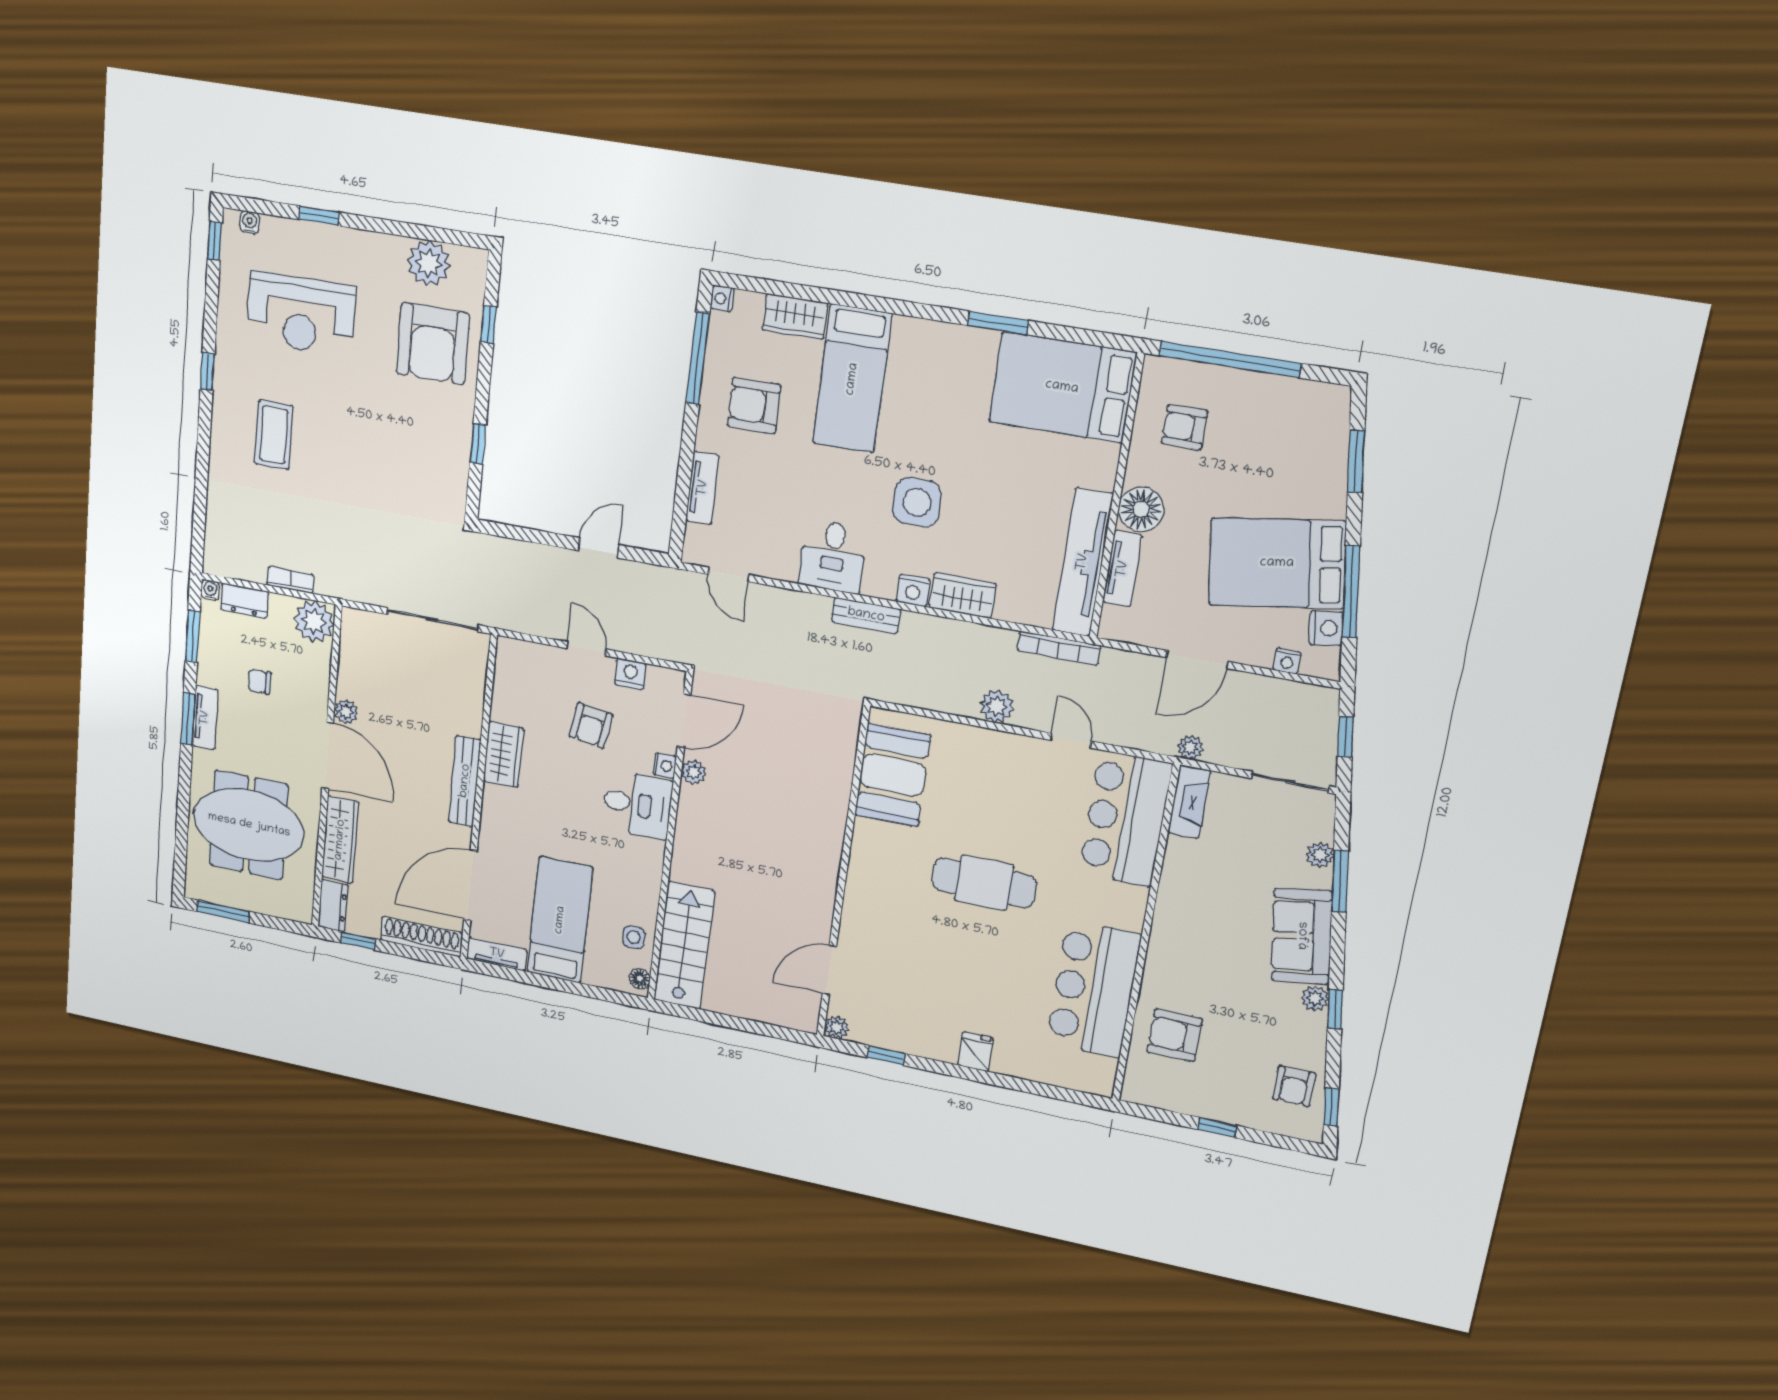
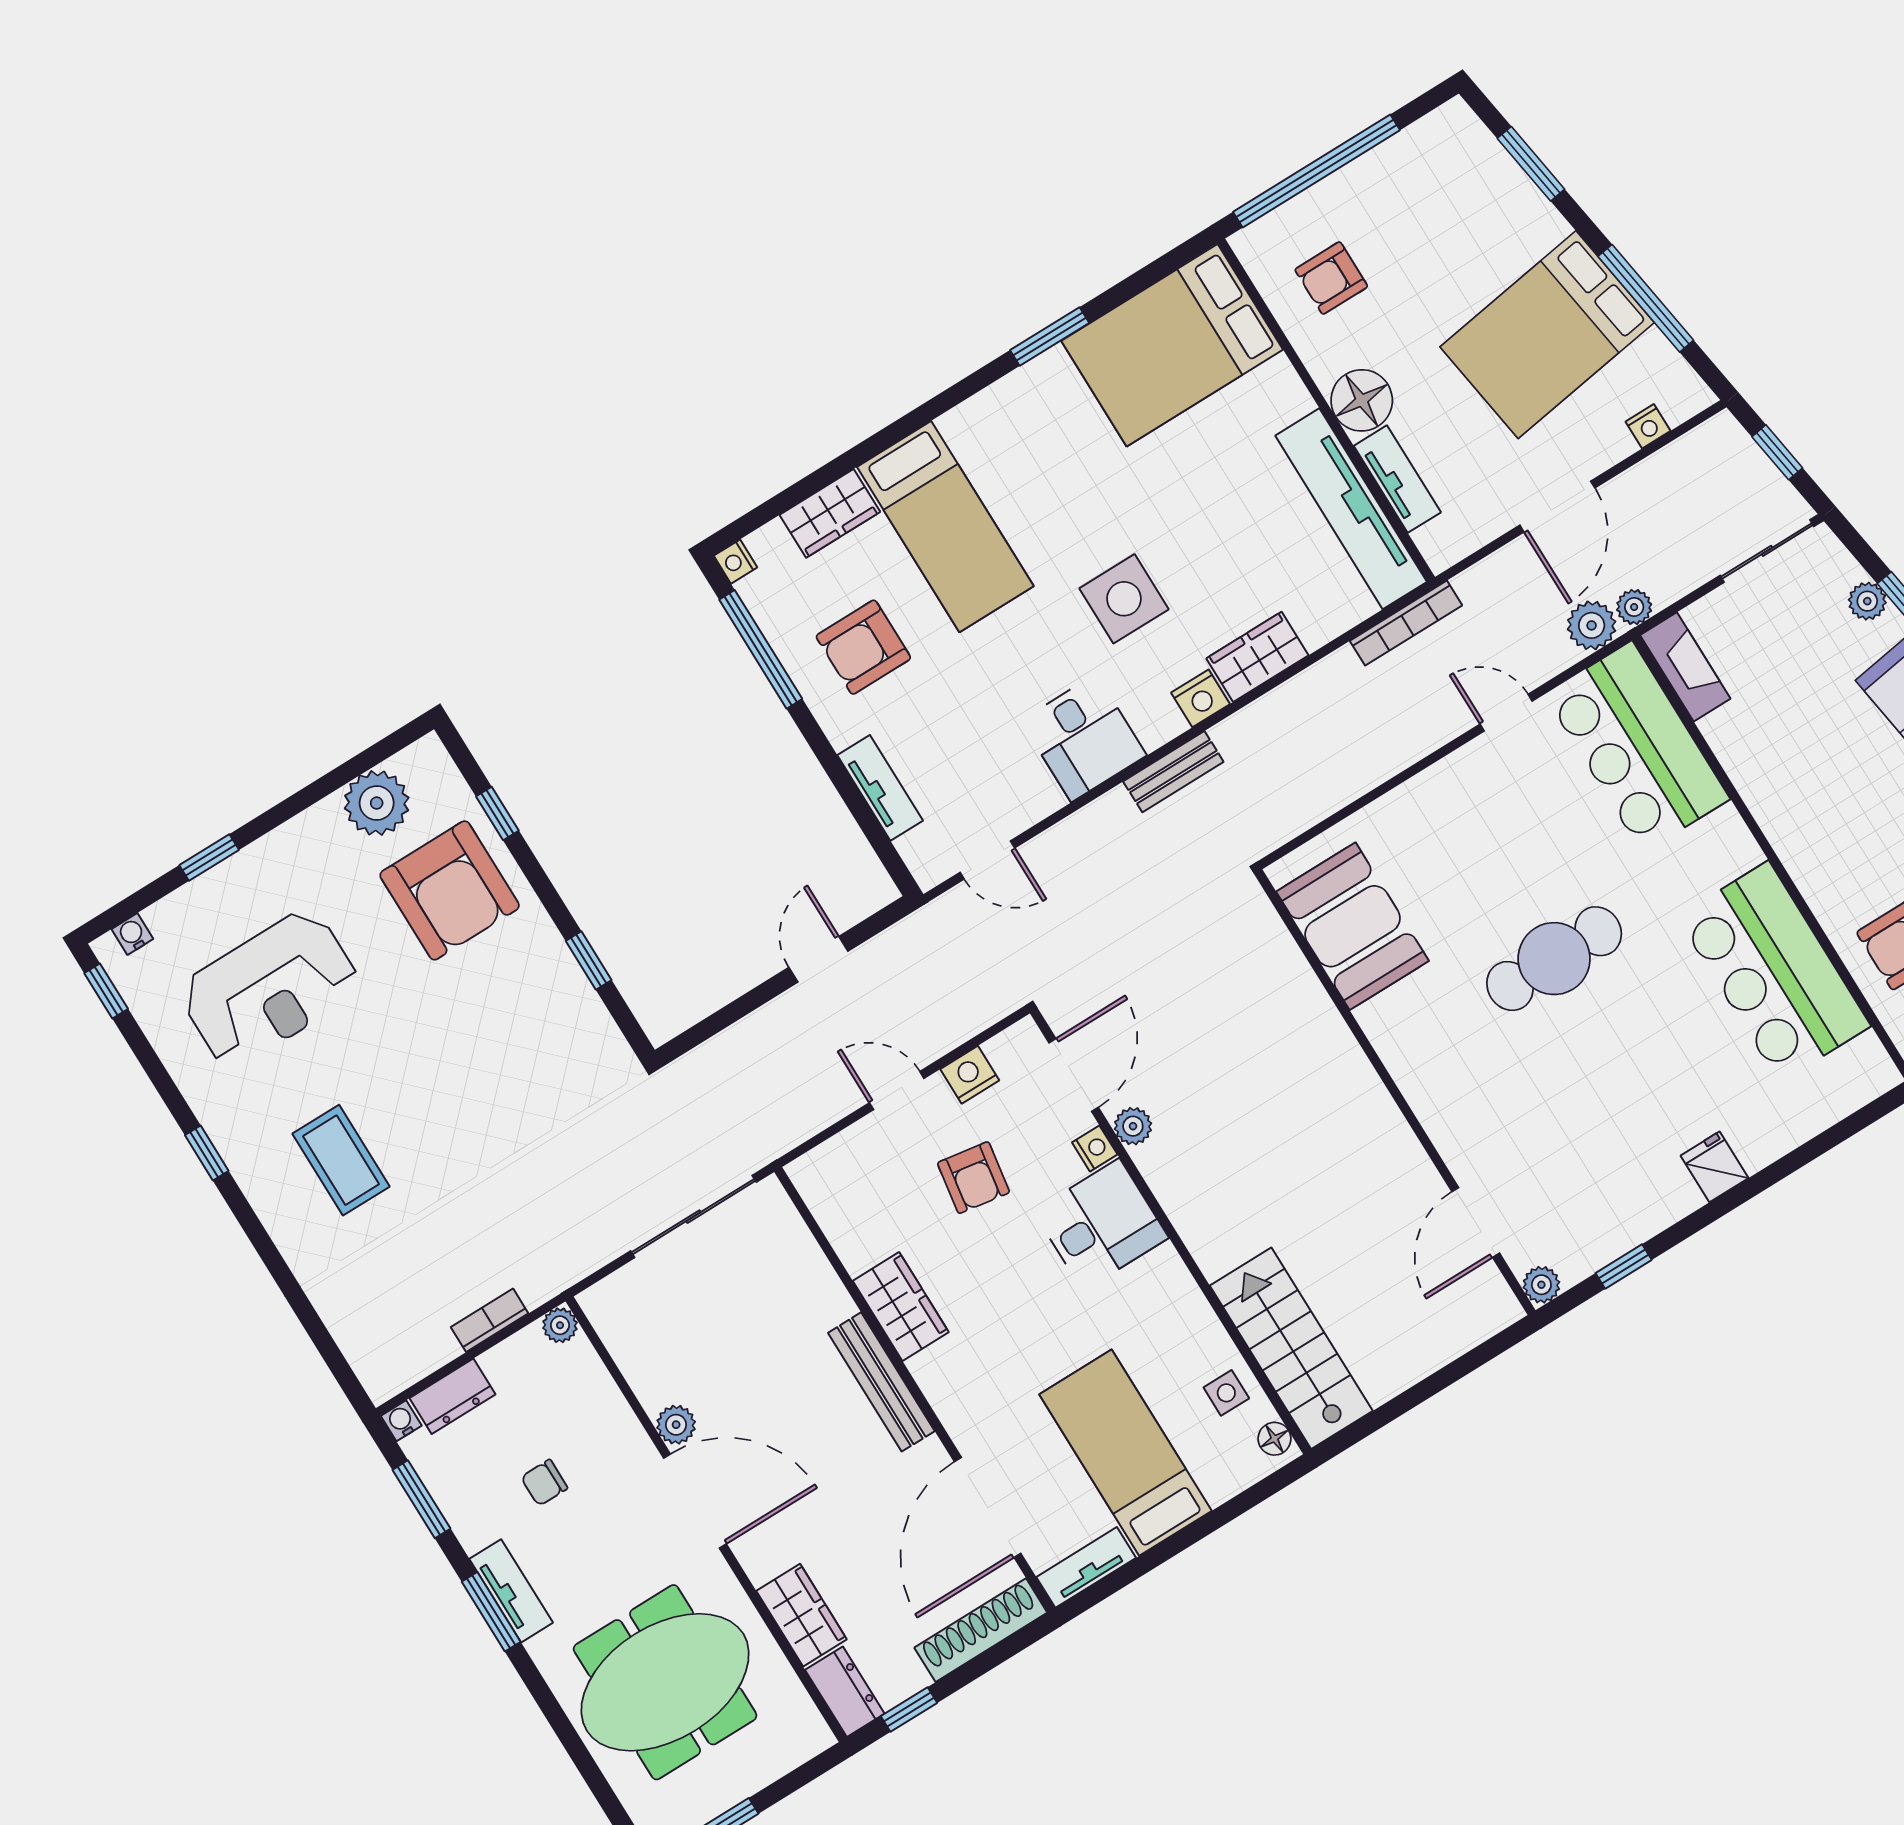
plant: (314, 621) -> (560, 1325), width x0.53, depth x0.53
nightstand: (1326, 628) -> (1656, 357), removed
plant: (997, 706) -> (1592, 625), moved
wardrobe: (340, 840) -> (802, 1615), width x0.67

